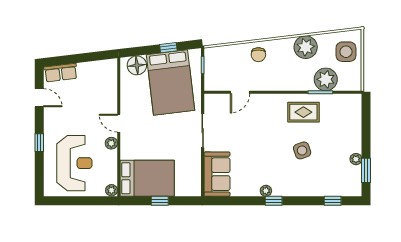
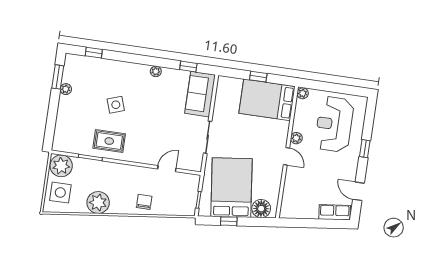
plant: (326, 79) -> (61, 166), moved
window: (274, 201) -> (188, 66), moved

